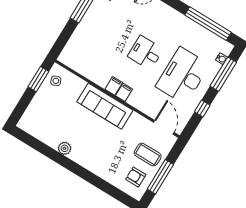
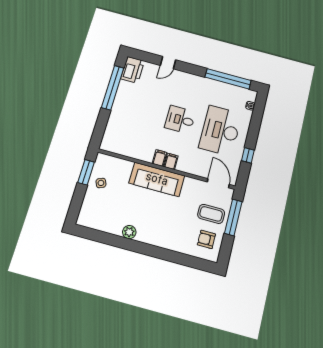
window: (223, 74) -> (256, 119), removed
side table: (56, 81) -> (101, 183), moved
window: (160, 177) -> (233, 217), moved

